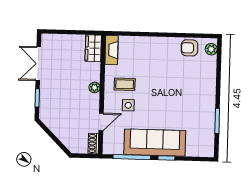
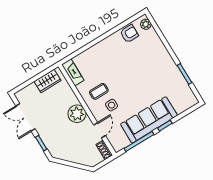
wardrobe: (93, 48) -> (47, 81), moved, turned -90
armchair: (190, 48) -> (129, 34), turned 180
plant: (95, 87) -> (77, 114), width x1.87, depth x1.87

